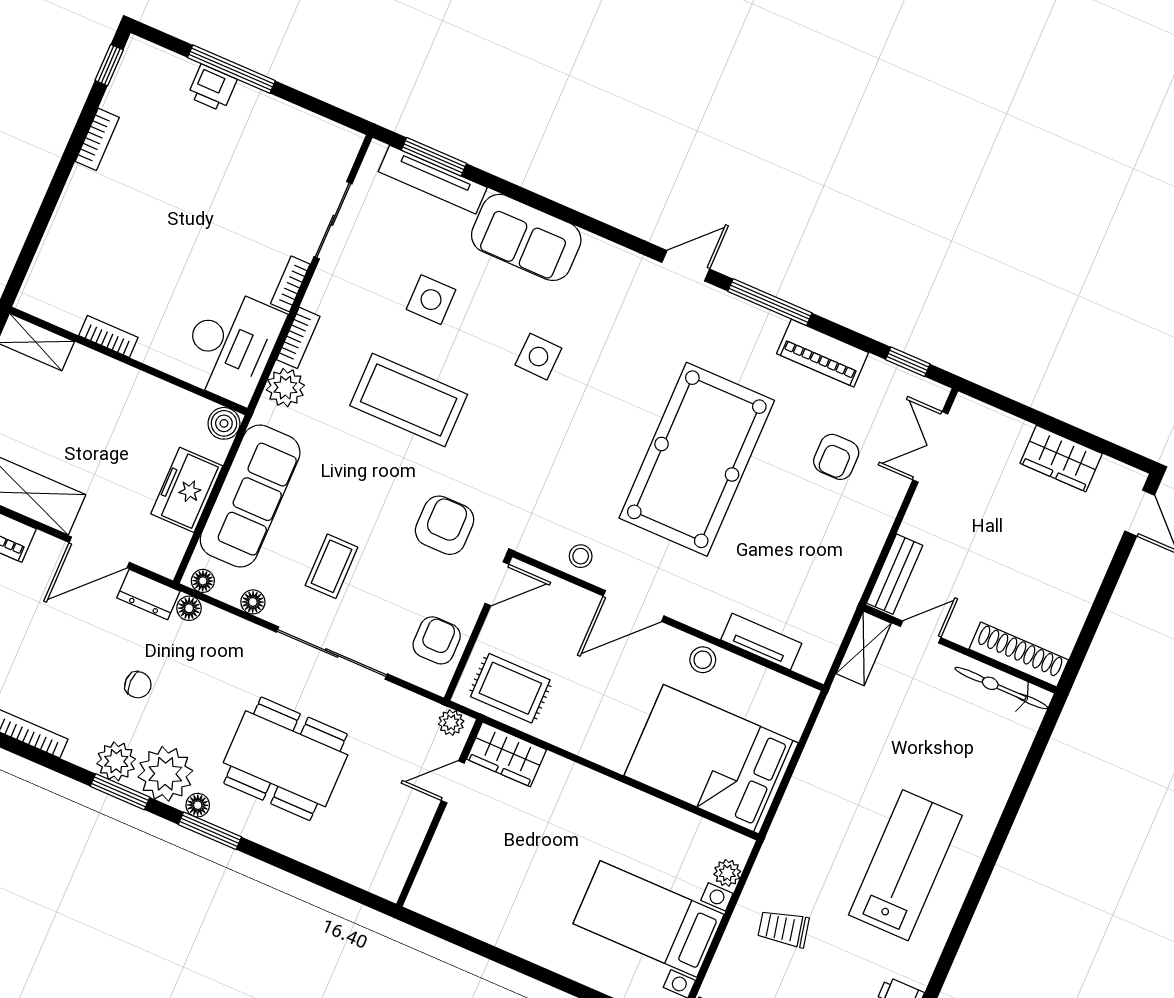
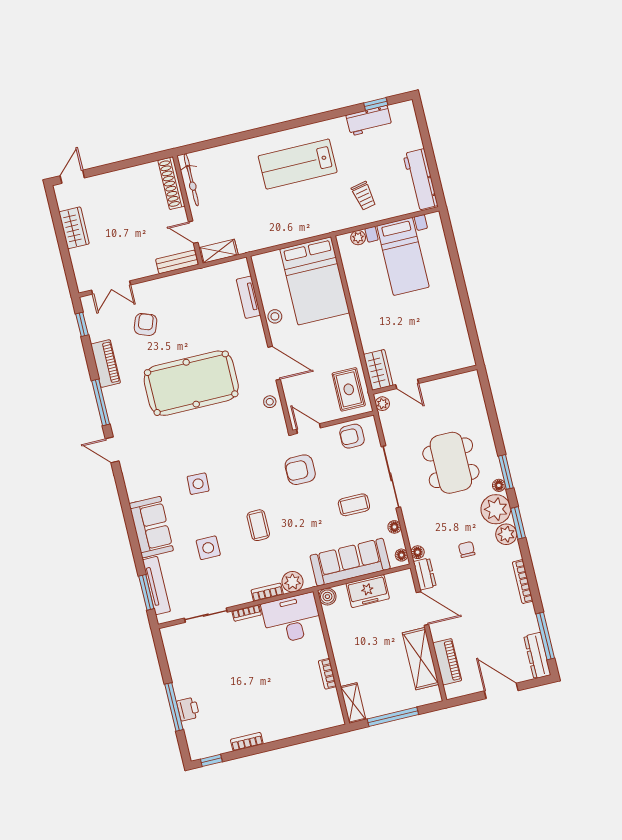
coffee table: (409, 400) -> (258, 525), width x0.54, depth x0.58
armchair: (836, 457) -> (146, 324), turned -70

